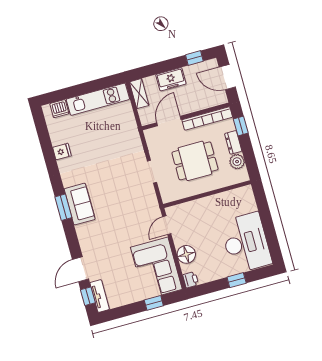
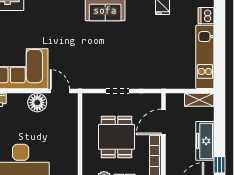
freezer: (171, 79) -> (205, 141), width x1.40
door: (169, 121) -> (164, 122), swing flipped
floor lamp: (186, 254) -> (37, 103), moved

